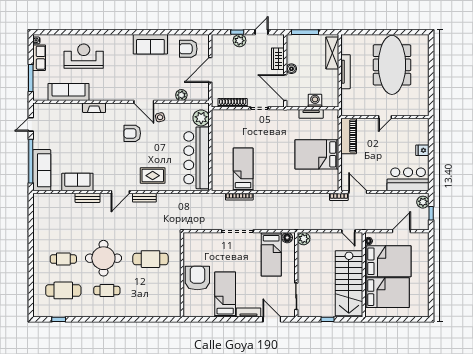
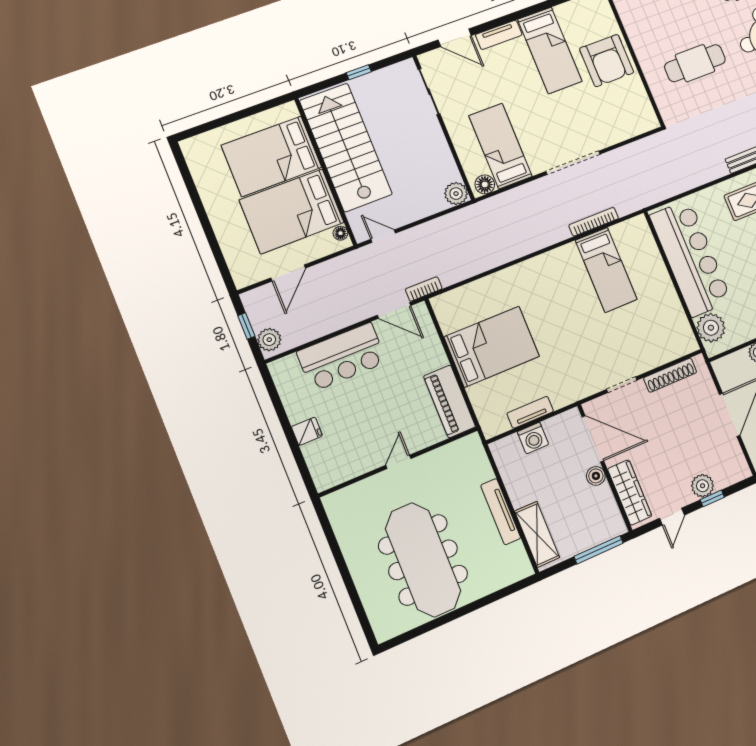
wardrobe: (278, 59) -> (630, 492), width x1.50
bar counter: (408, 179) -> (342, 357), moved

